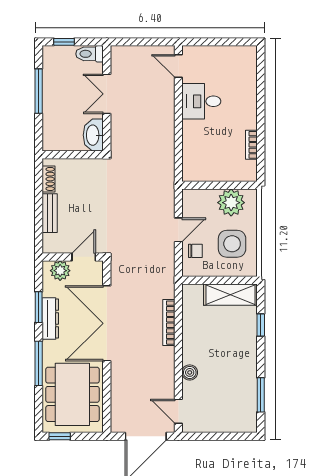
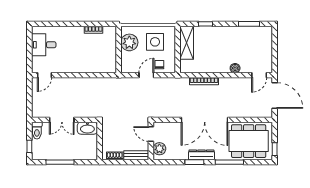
desk: (201, 101) -> (44, 45), moved, turned 90
door: (178, 230) -> (146, 75), hinge flipped
wall: (73, 257) -> (151, 141), moved
door: (84, 257) -> (151, 134), moved
plant: (60, 271) -> (159, 149), moved

